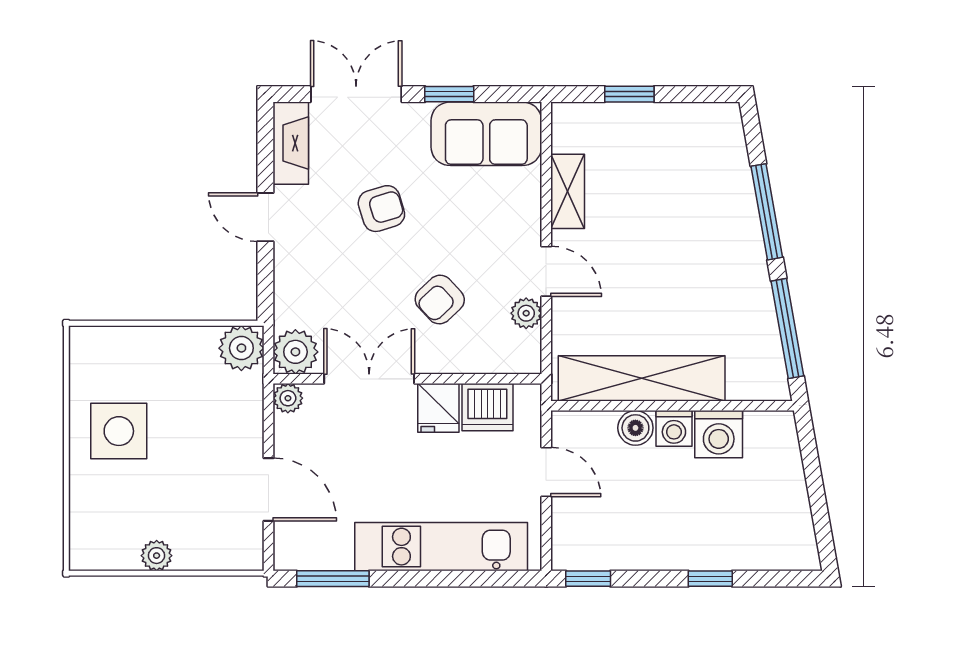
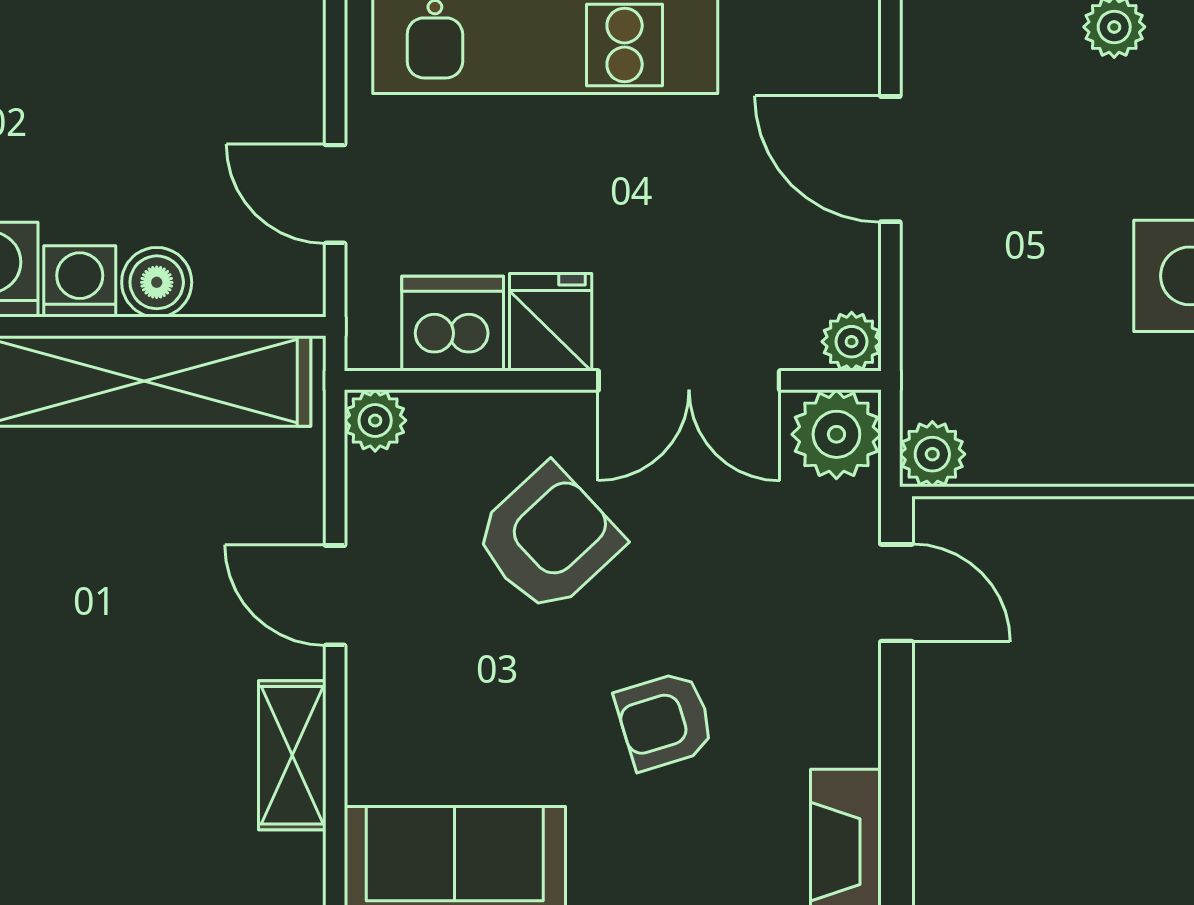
door: (265, 217) -> (896, 593), moved
armchair: (440, 300) -> (548, 539), width x1.38, depth x1.38
plant: (526, 313) -> (375, 420), moved
plant: (241, 348) -> (932, 454), width x0.73, depth x0.73

